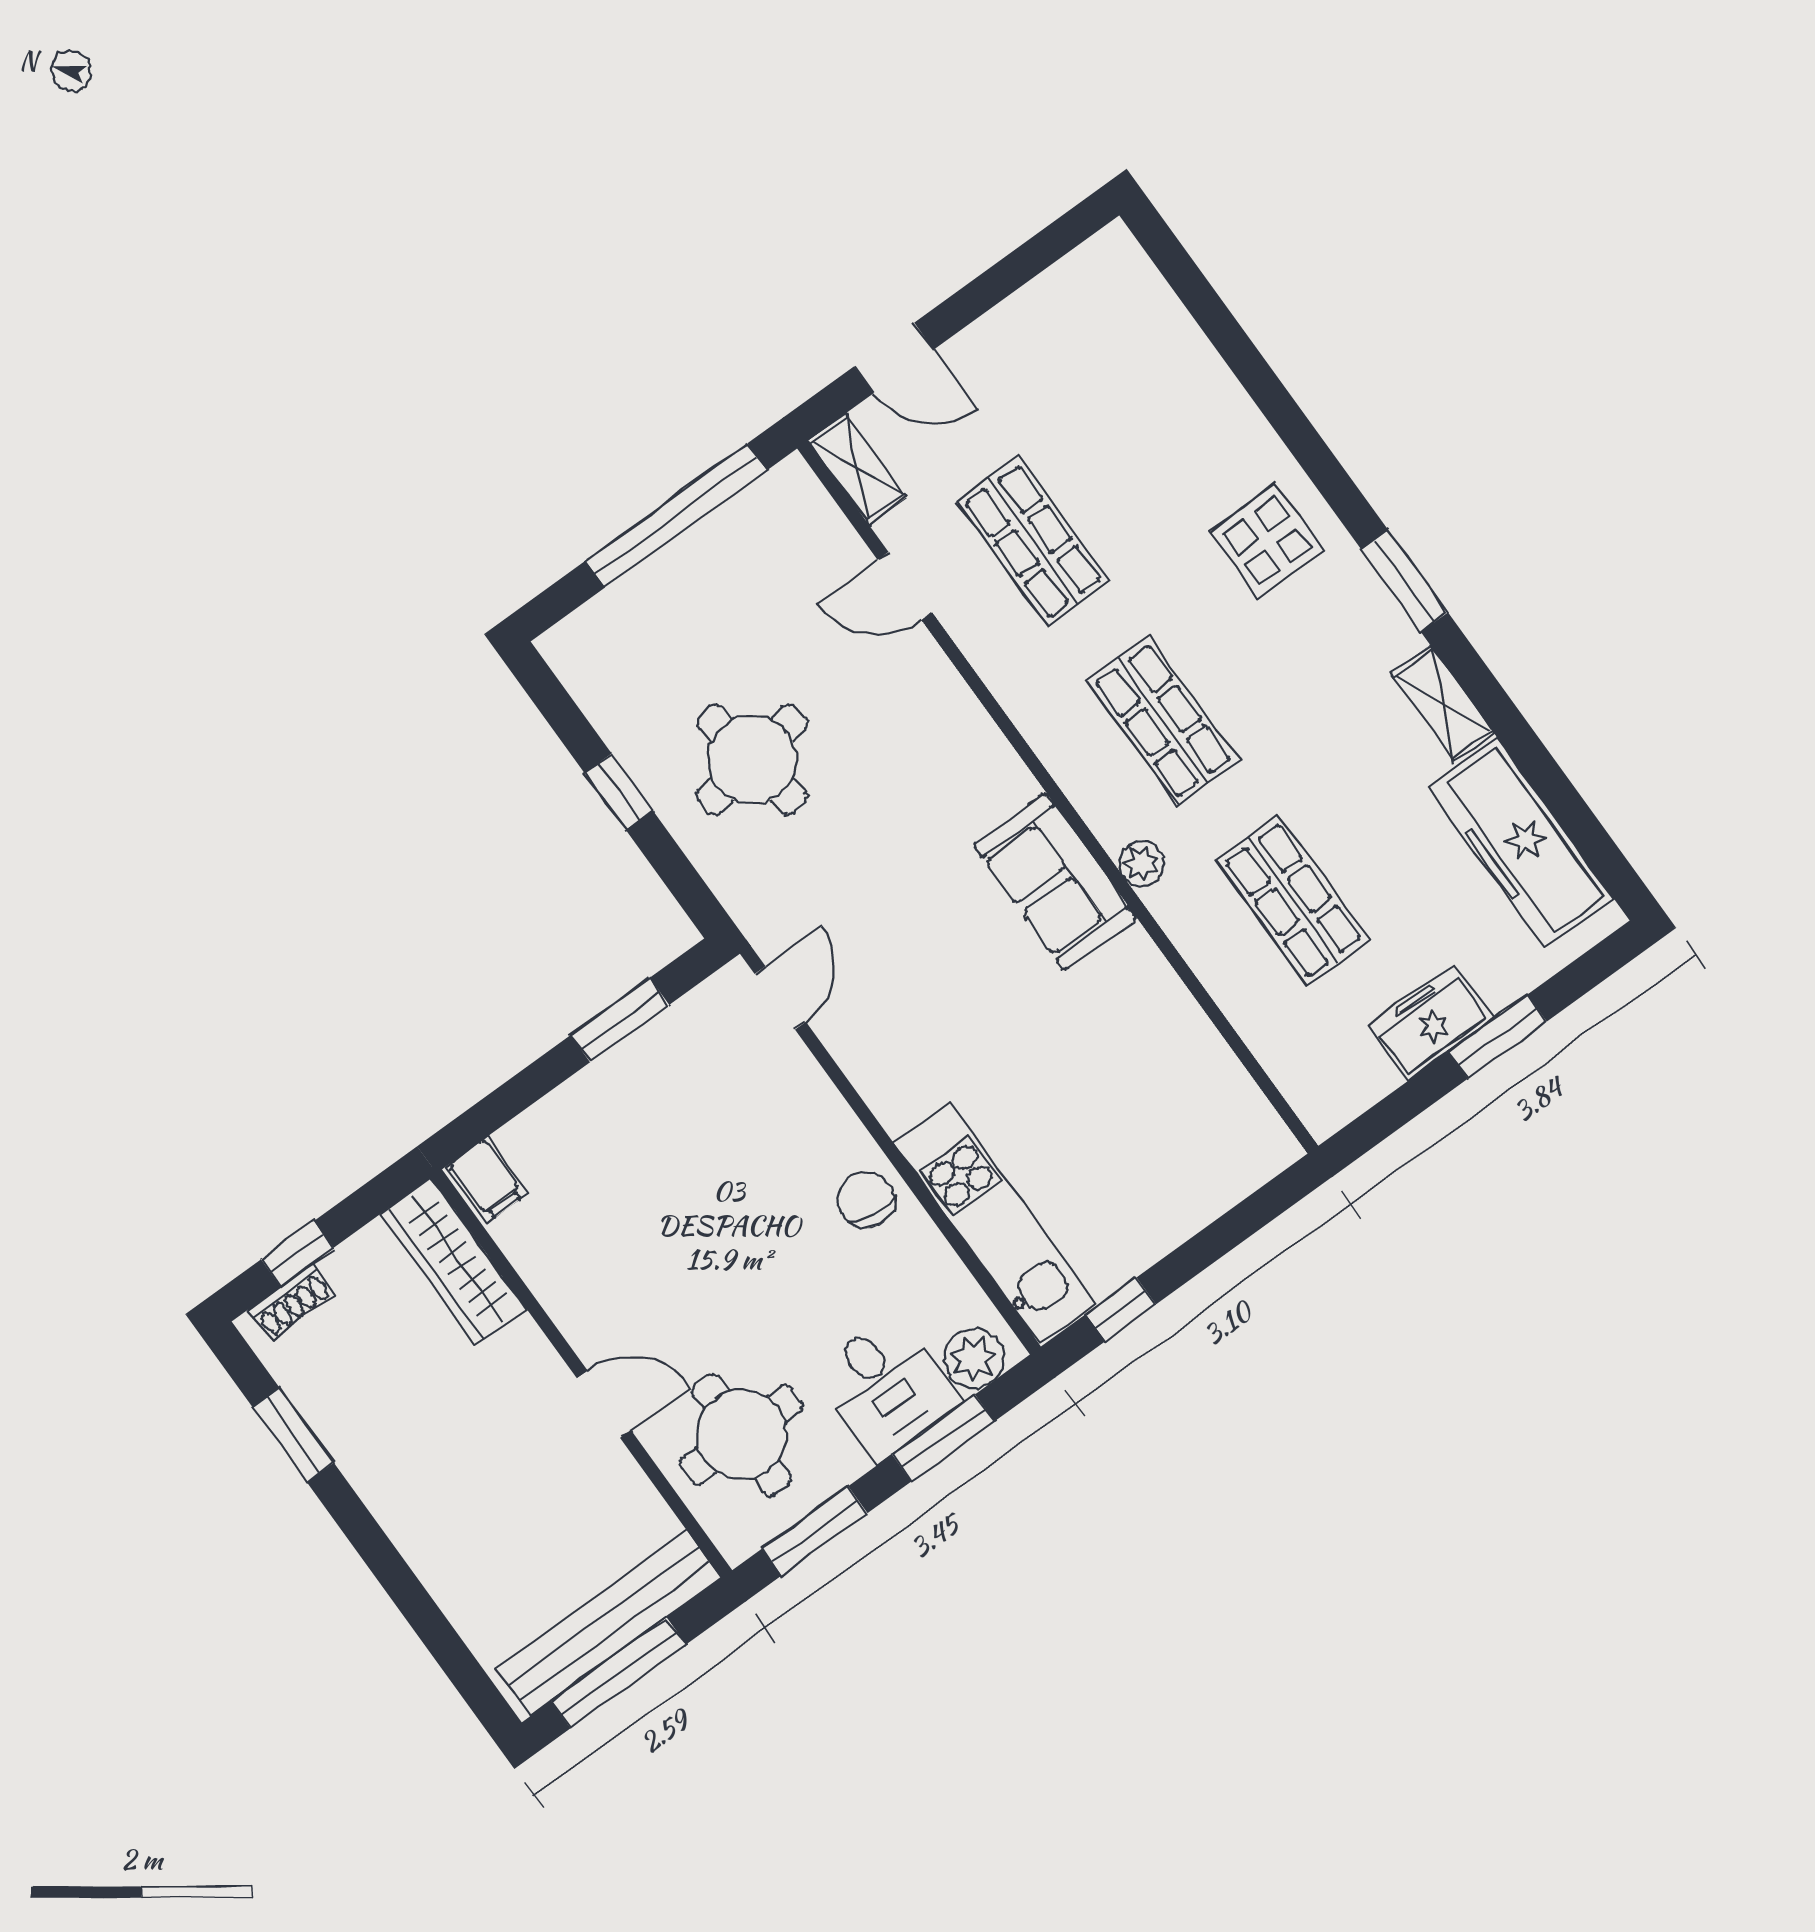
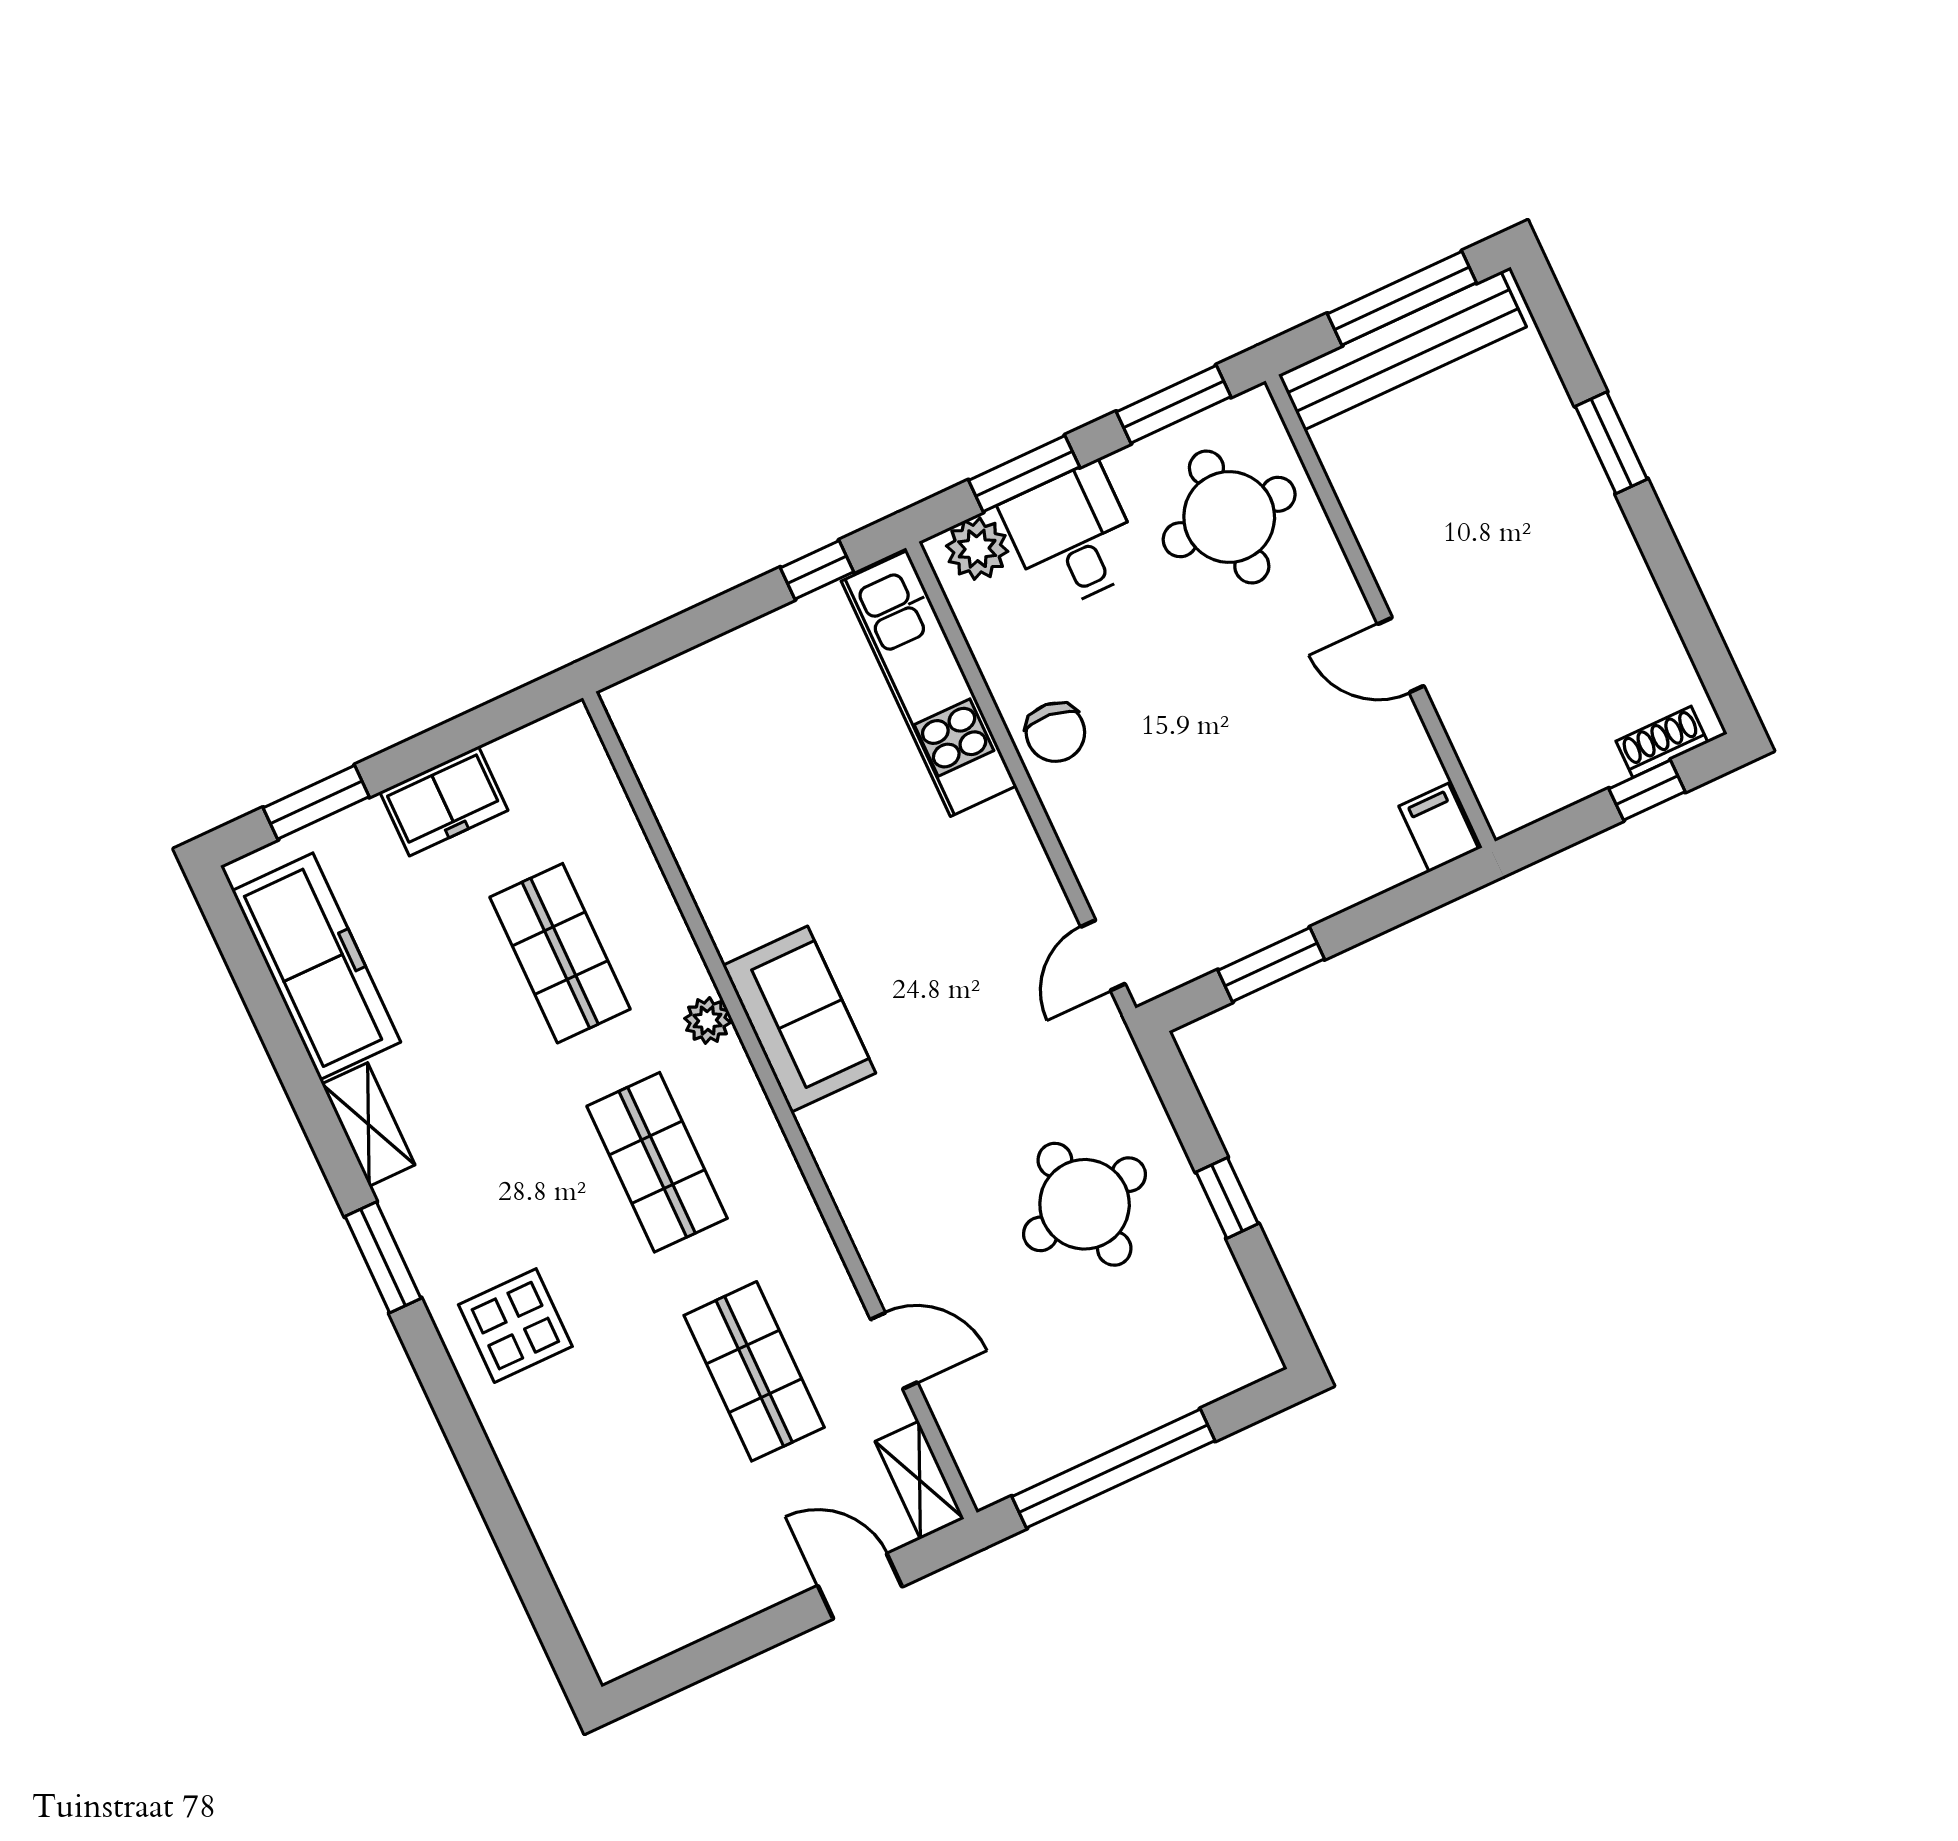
window: (1498, 1037) -> (316, 802), moved
wardrobe: (453, 1262) -> (1489, 751), removed
door: (604, 1404) -> (1401, 655), moved
window: (293, 1435) -> (1611, 443), moved

